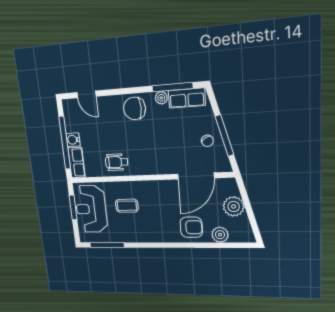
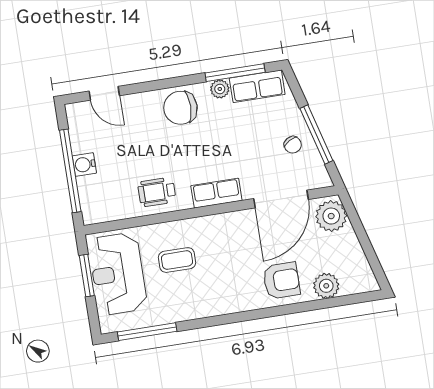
row of seats: (77, 163) -> (216, 193), moved, turned -90
plant: (234, 206) -> (331, 216), moved

